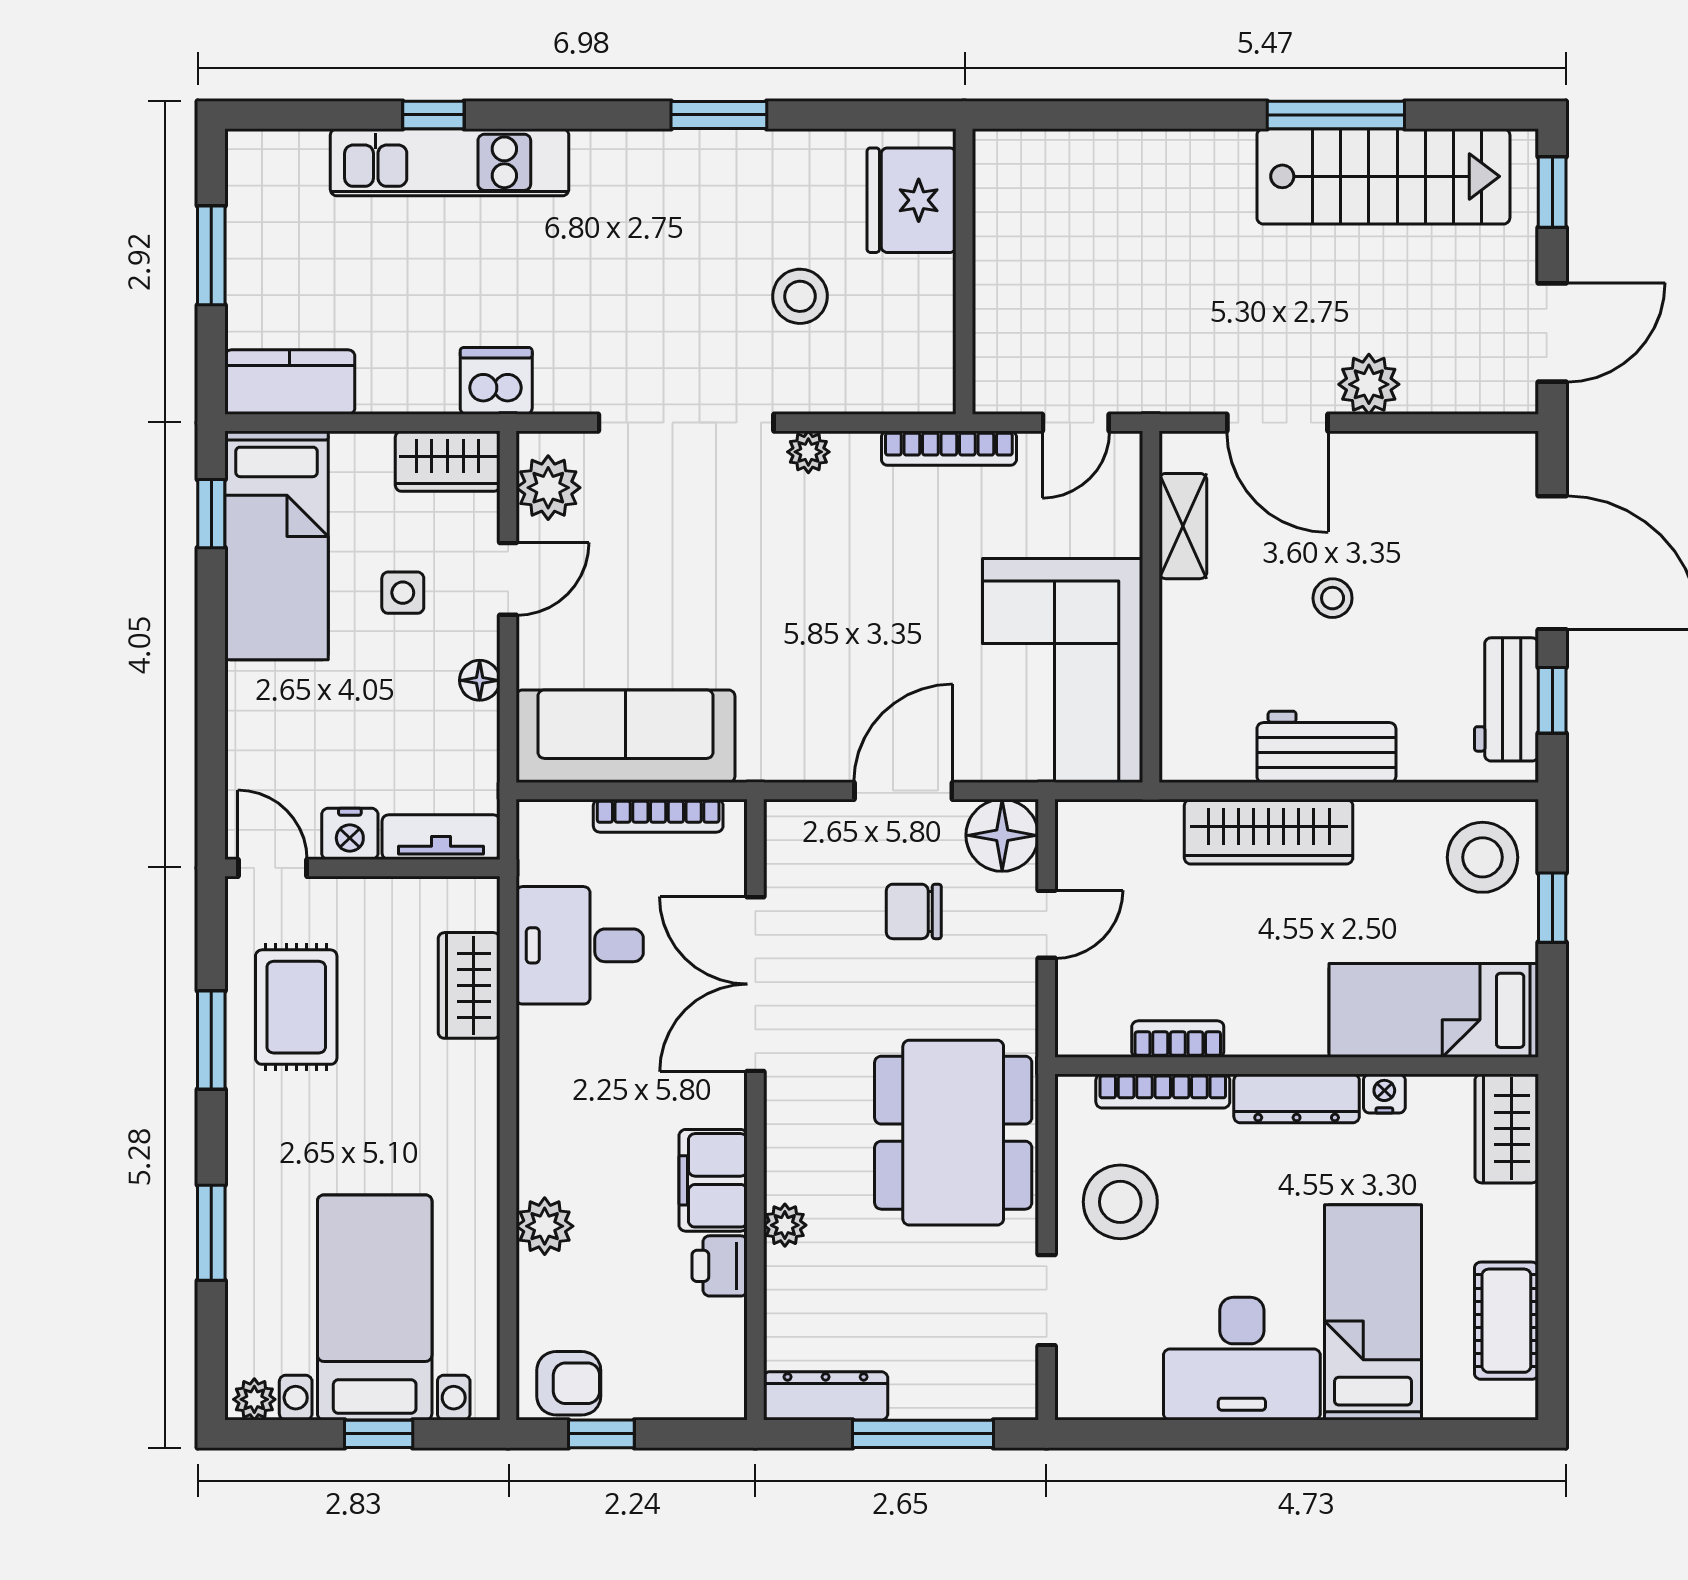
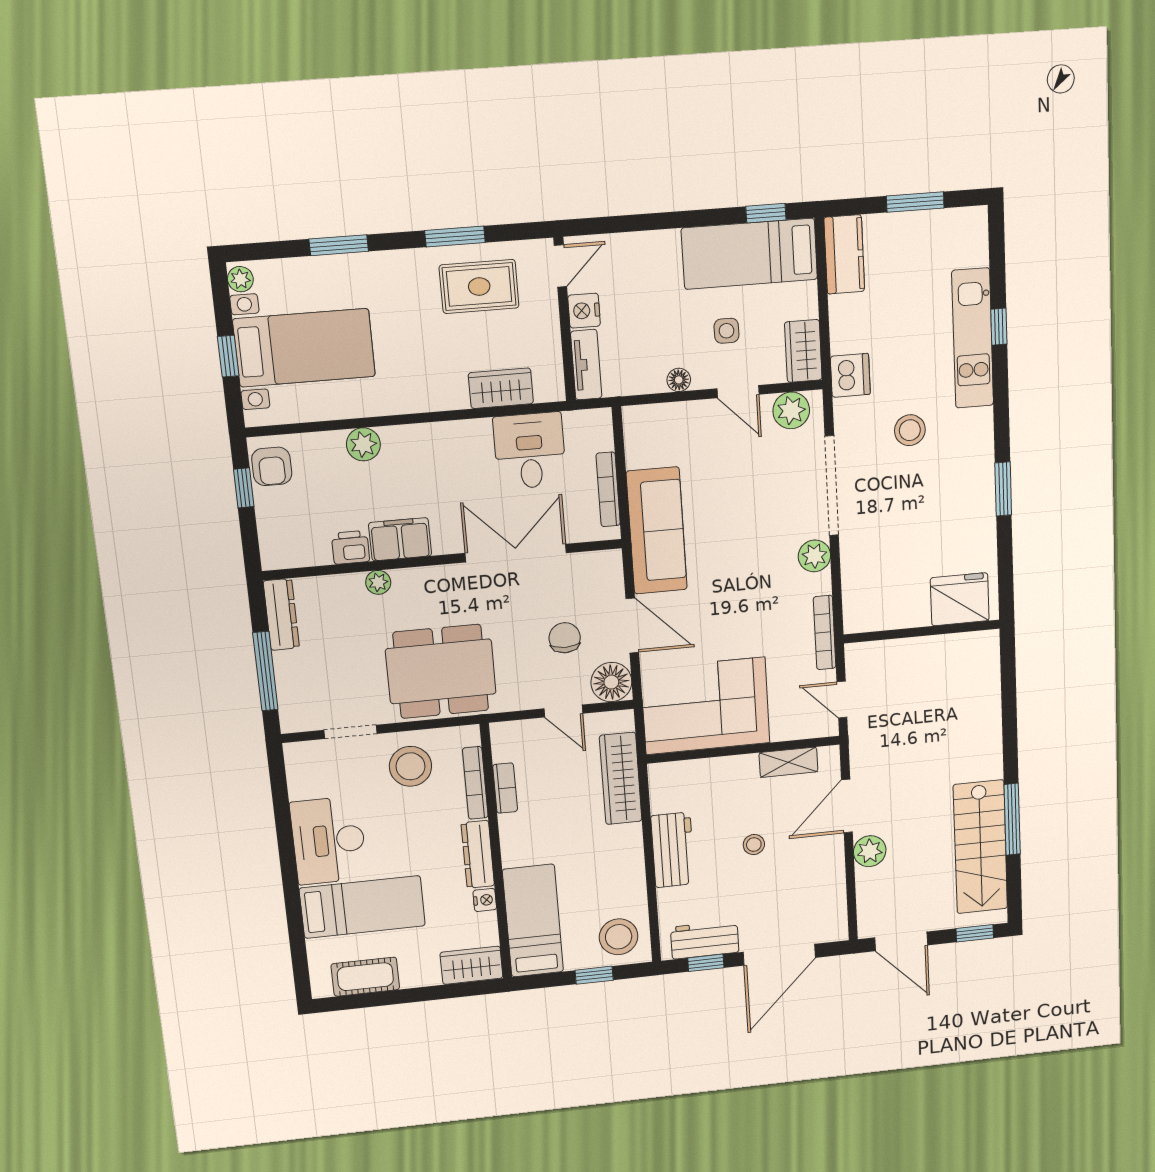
stool: (800, 296) -> (910, 430), moved
plant: (808, 452) -> (814, 556), width x1.38, depth x1.38
sofa: (626, 736) -> (657, 531), moved
wardrobe: (1269, 832) -> (621, 778), moved

